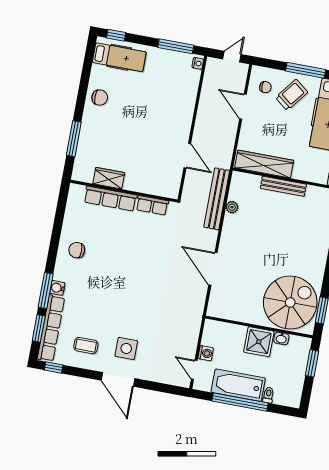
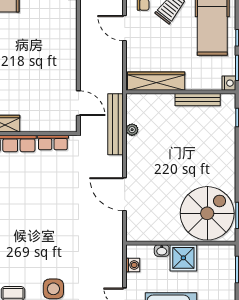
door: (187, 156) -> (78, 103), moved
bench: (283, 186) -> (198, 100), moved
washbasin: (281, 338) -> (162, 250), moved
washing machine: (206, 353) -> (133, 265), moved

